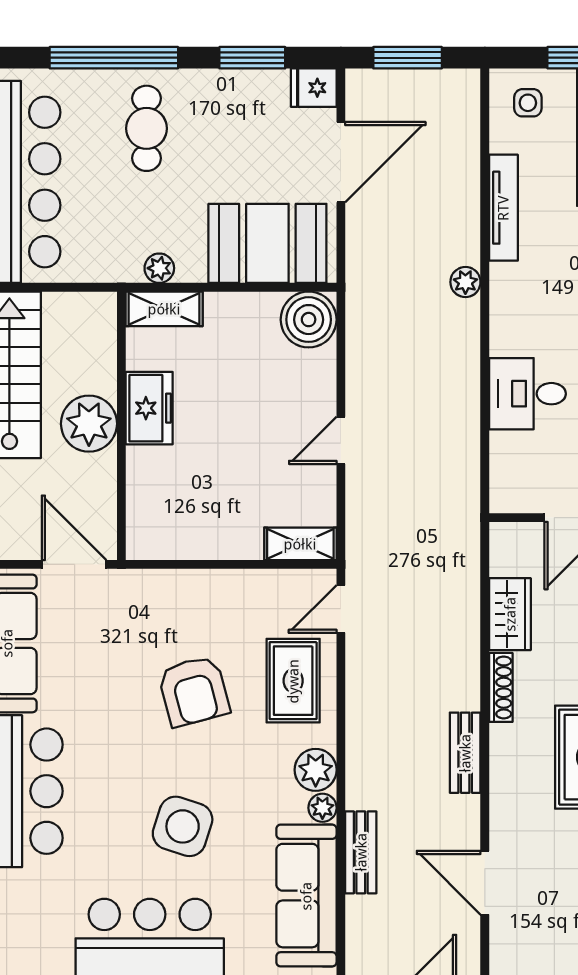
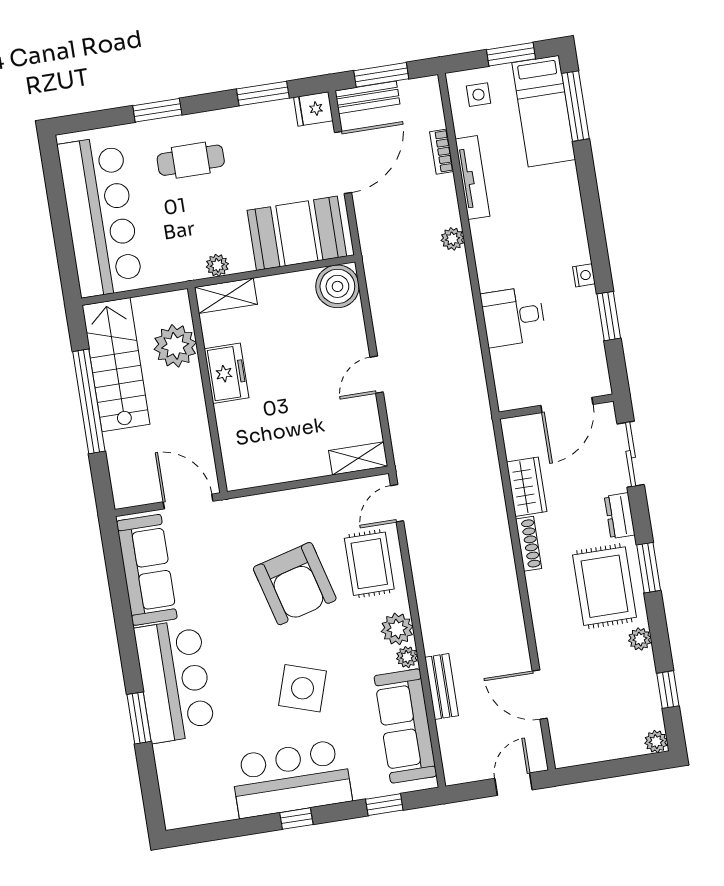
window: (114, 58) -> (157, 110), width x0.47
cafe table: (147, 128) -> (191, 160), turned 90
bookcase: (469, 168) -> (442, 152), added
plant: (89, 424) -> (175, 346), moved
armchair: (194, 691) -> (295, 584), width x1.36, depth x1.36
bench: (465, 753) -> (367, 97), moved, turned 90

